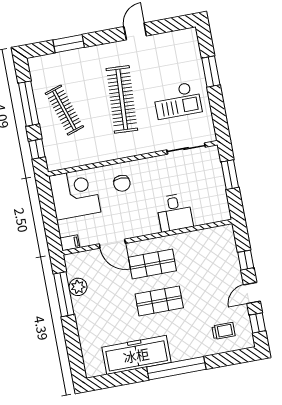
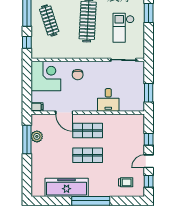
checkout: (177, 100) -> (123, 28), turned 90
window: (230, 175) -> (149, 93), moved

